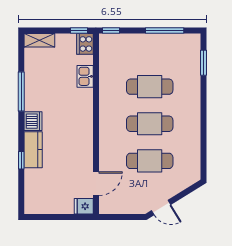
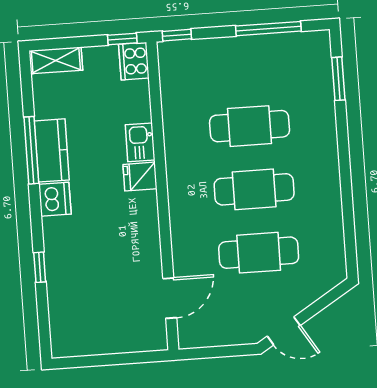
kitchen sink: (85, 76) -> (140, 142), moved
kitchen counter: (33, 150) -> (52, 150), moved
fridge: (84, 206) -> (140, 177), moved

